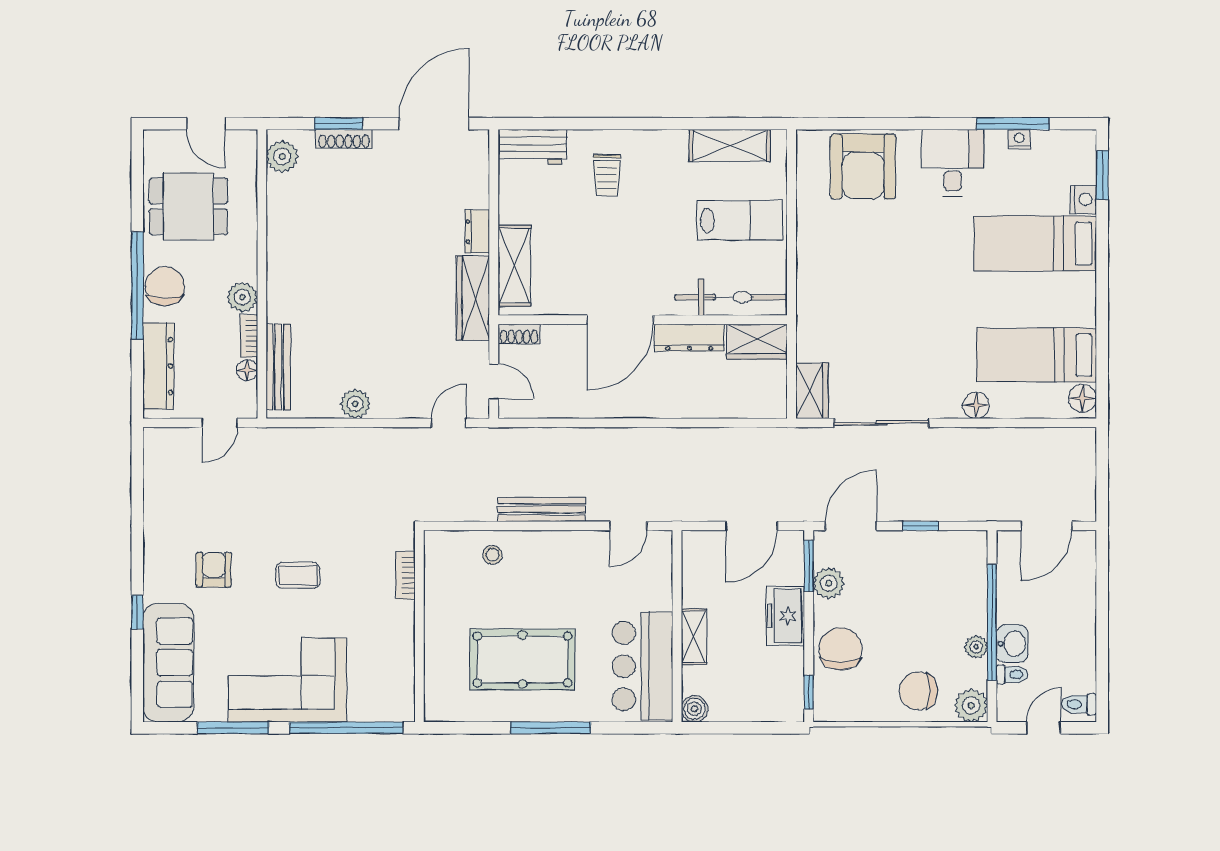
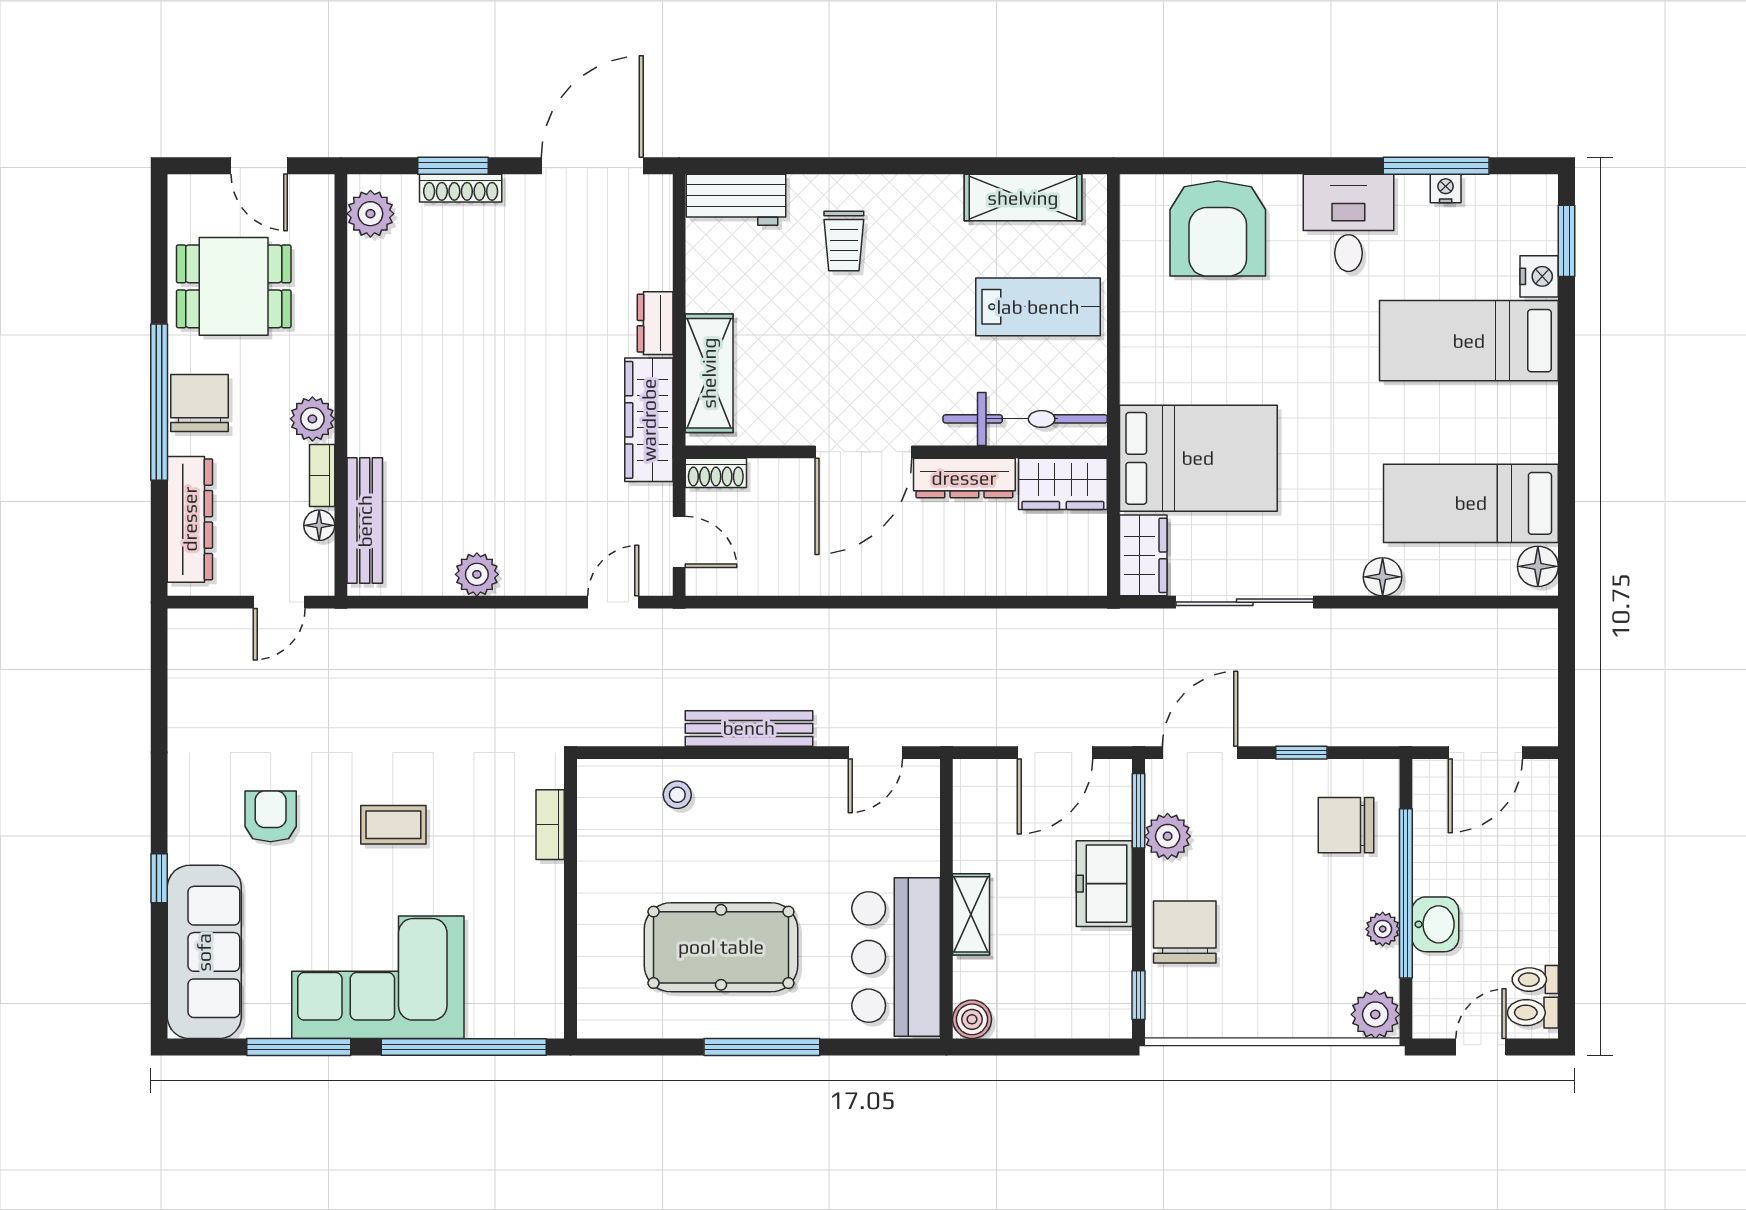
bed: (850, 324) -> (1198, 458), added
toilet: (1012, 674) -> (1535, 980), moved, turned 180
chair: (918, 691) -> (1346, 825), moved

